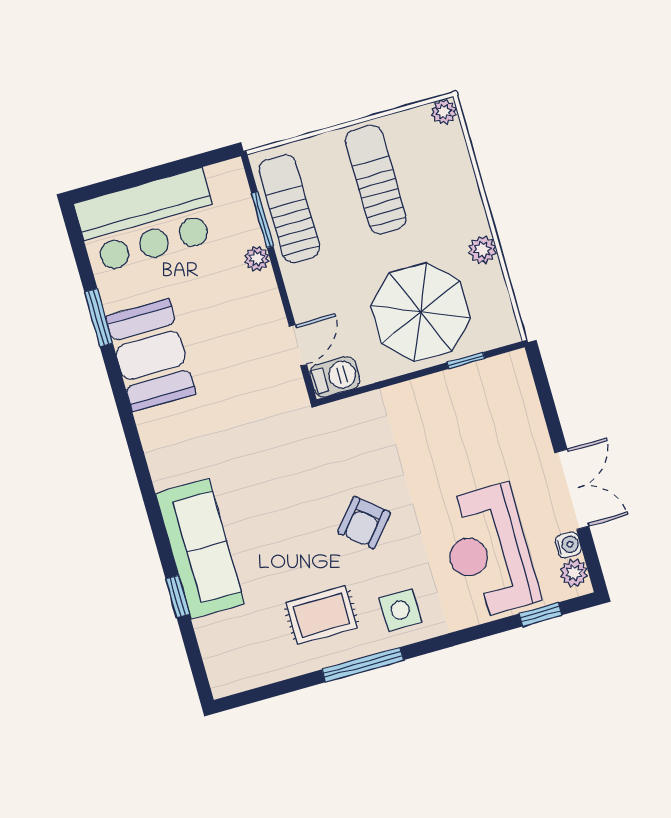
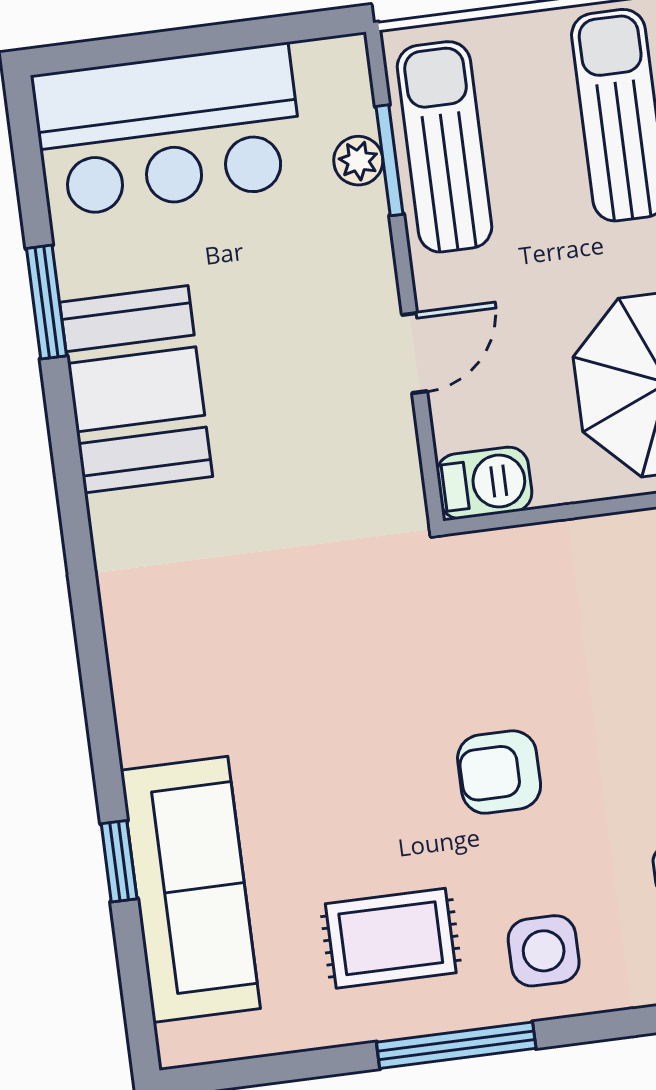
plant: (257, 259) -> (358, 161), moved
door: (298, 346) -> (414, 353), moved
armchair: (364, 523) -> (499, 772), turned 50
sofa: (200, 549) -> (190, 889), moved

